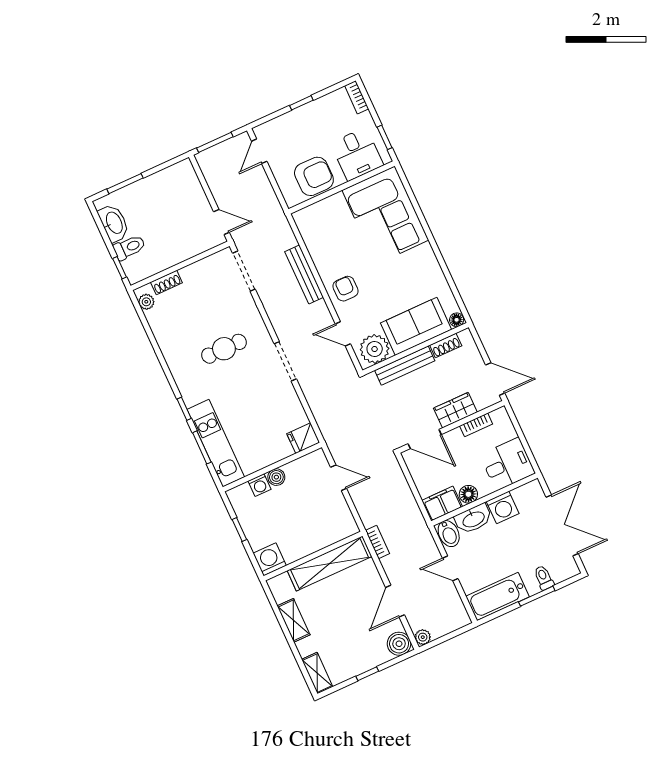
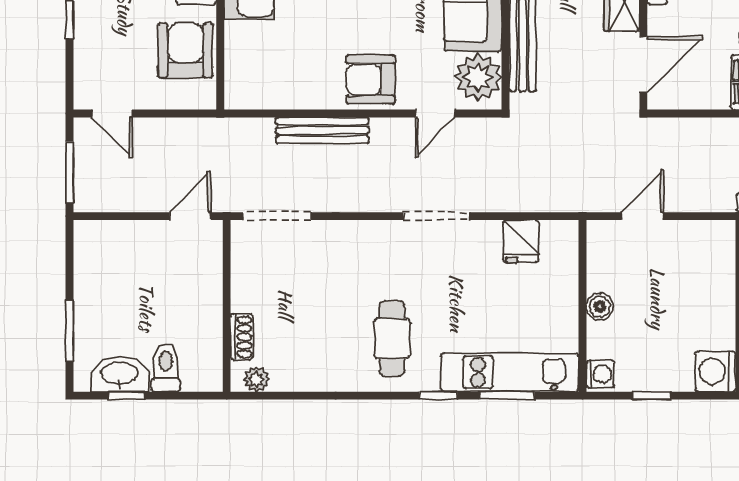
window: (120, 268) -> (126, 396), moved
armchair: (346, 289) -> (371, 79), width x1.38, depth x1.38
cafe table: (224, 349) -> (392, 339), moved
fridge: (303, 438) -> (521, 241), moved
washing machine: (260, 485) -> (600, 374), moved

